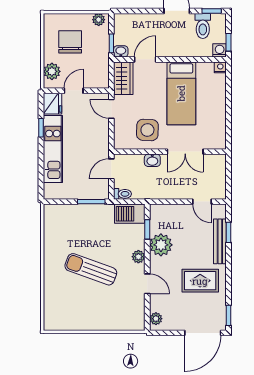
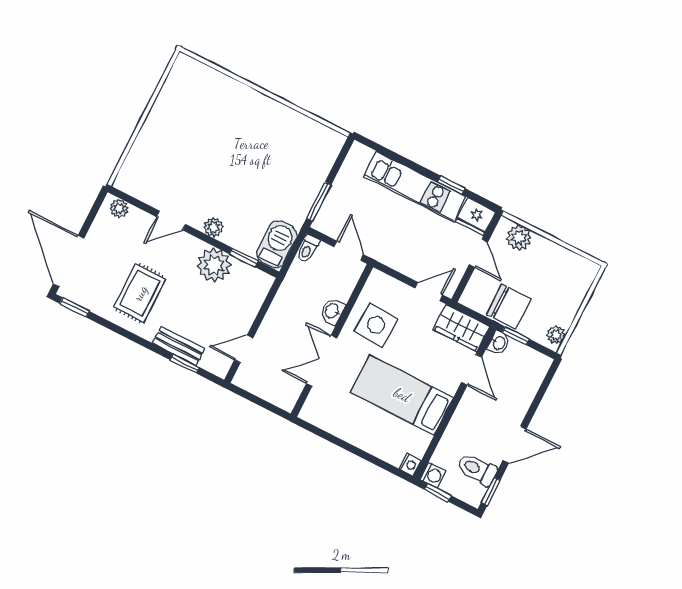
chair: (70, 42) -> (509, 307), moved
bench: (220, 241) -> (179, 346), width x0.73
sun lounger: (91, 269) -> (229, 155), removed

